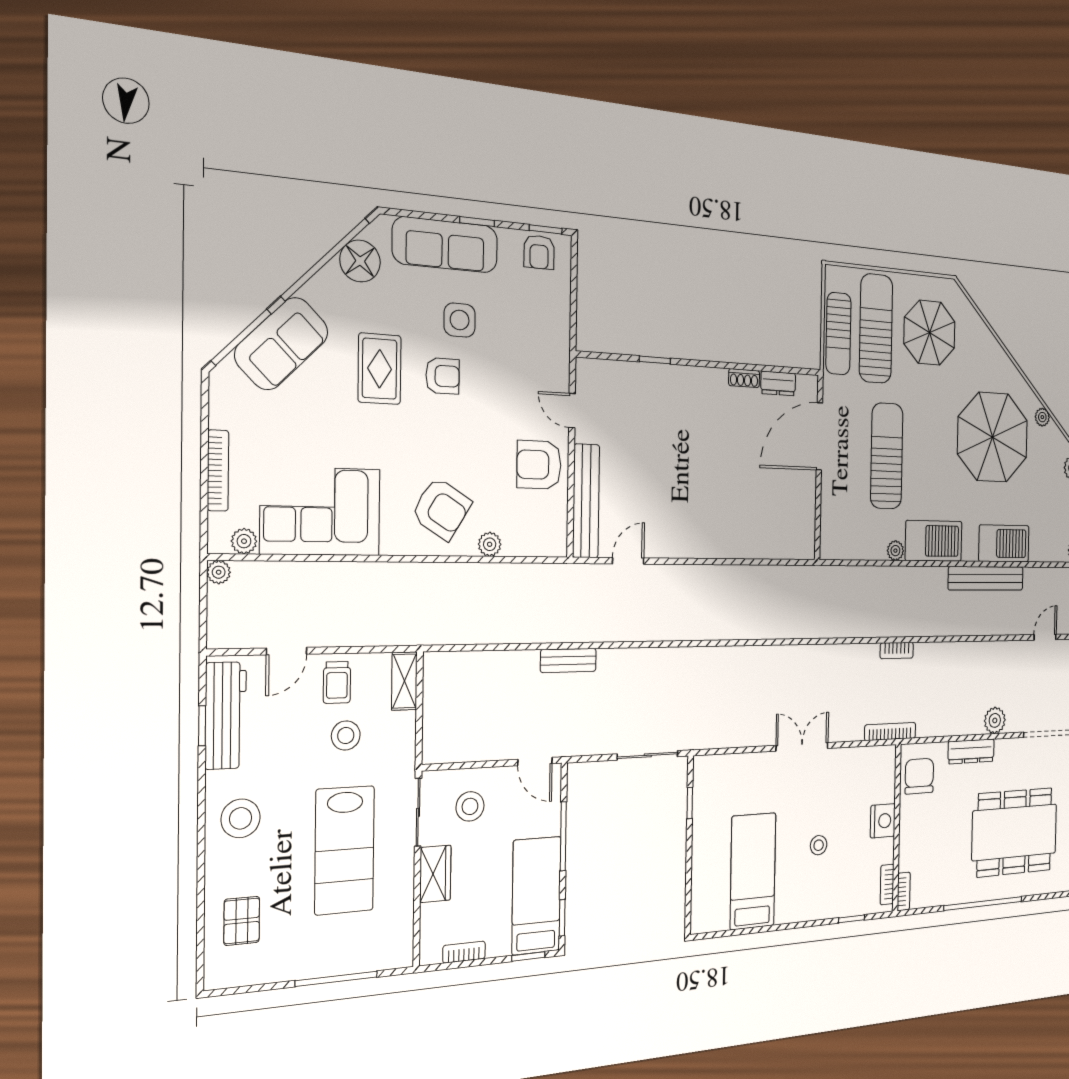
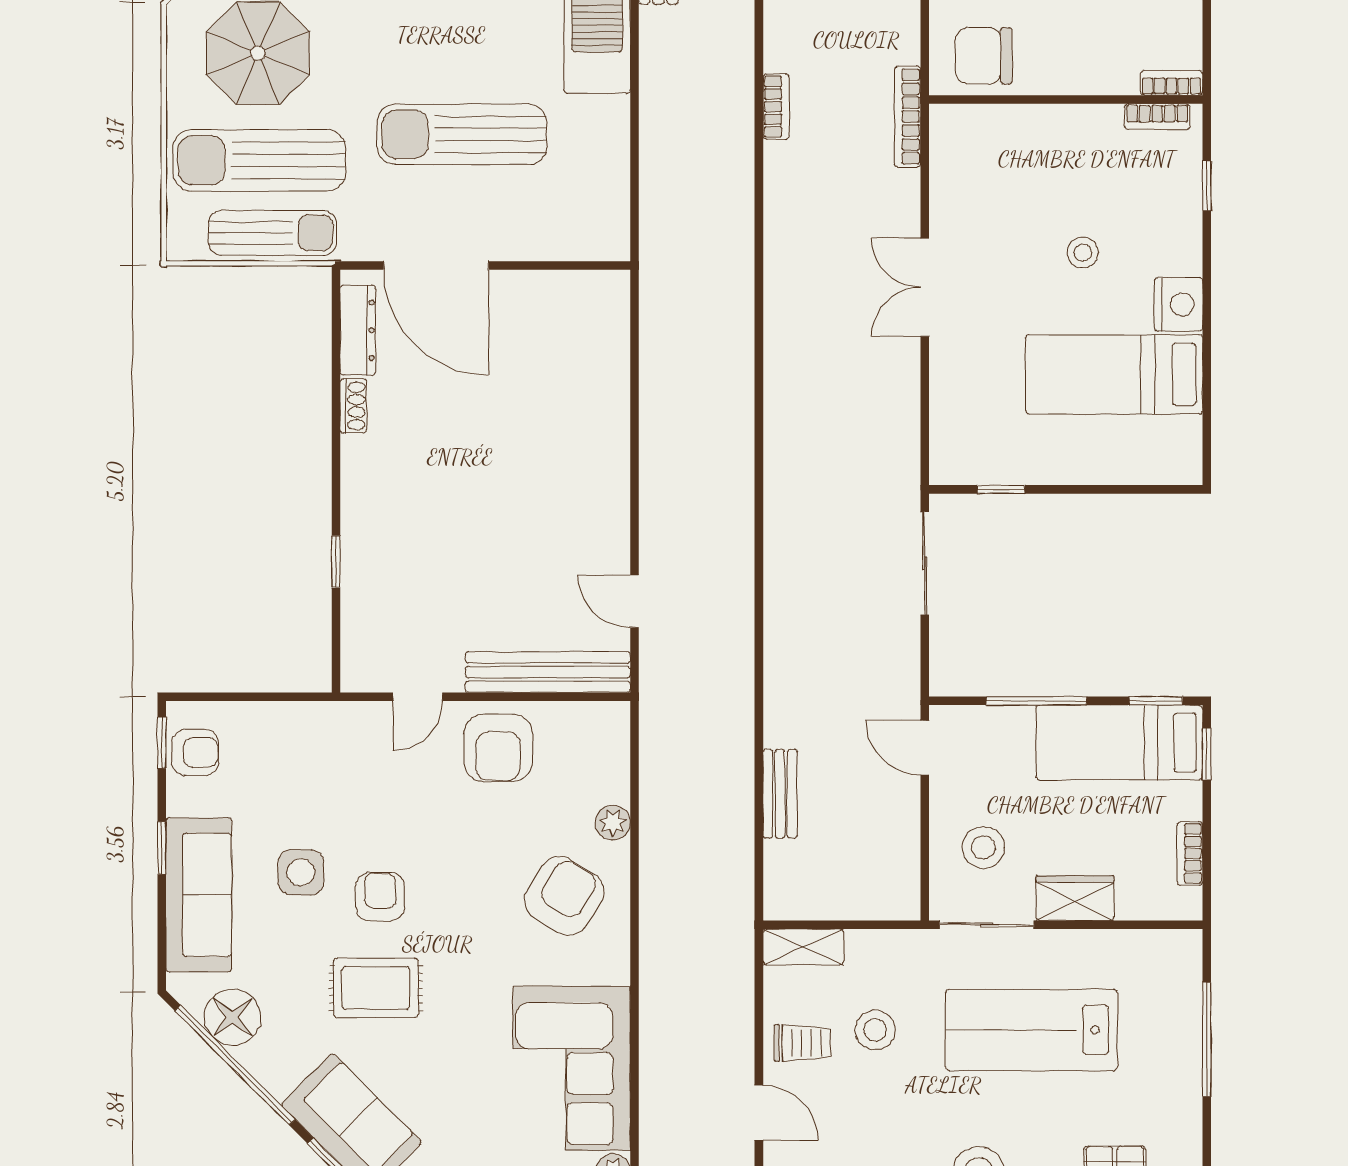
dresser: (778, 383) -> (358, 330), width x1.44
plant: (895, 551) -> (614, 113), removed
bench: (568, 660) -> (780, 794), moved
door: (535, 762) -> (925, 748), swing flipped
nightstand: (883, 821) -> (1178, 304), moved, turned 90
lab bench: (345, 850) -> (1031, 1030), turned 180

